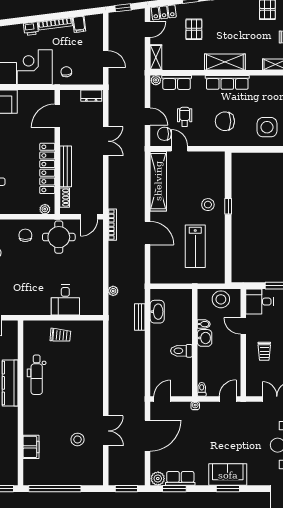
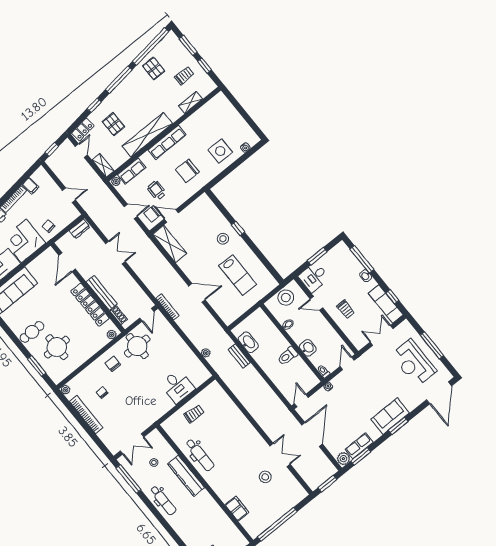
shelving: (225, 62) -> (147, 135), width x1.47
shelving: (158, 181) -> (170, 244), width x0.68
washbasin: (205, 338) -> (308, 348), moved

